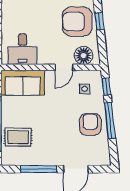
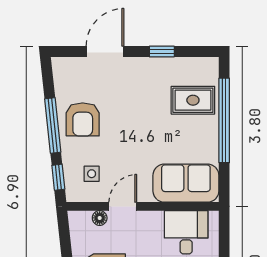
floor lamp: (84, 56) -> (100, 218), width x0.53, depth x0.53
window: (38, 169) -> (162, 51), width x0.46

